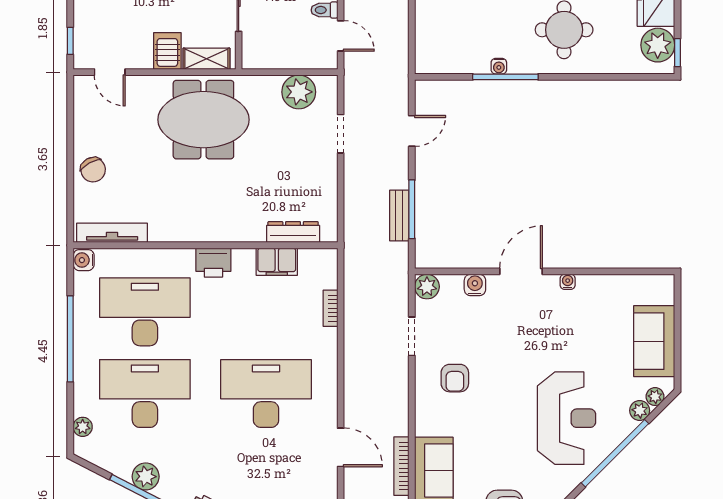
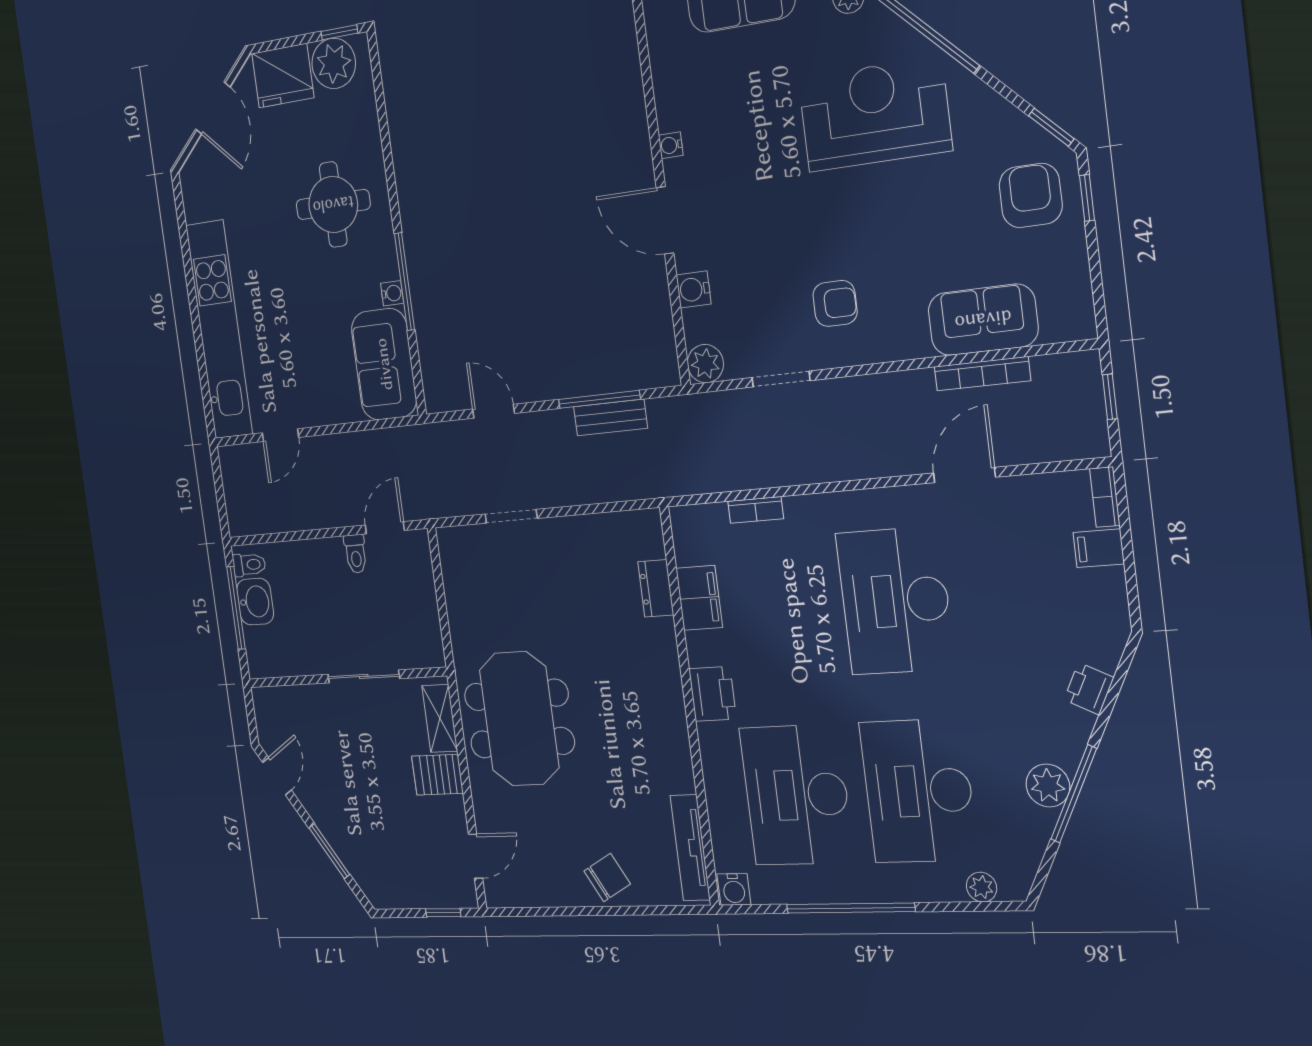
sofa: (452, 52) -> (384, 364), added
plant: (299, 92) -> (465, 582), removed
dresser: (293, 232) -> (656, 588), width x0.70

